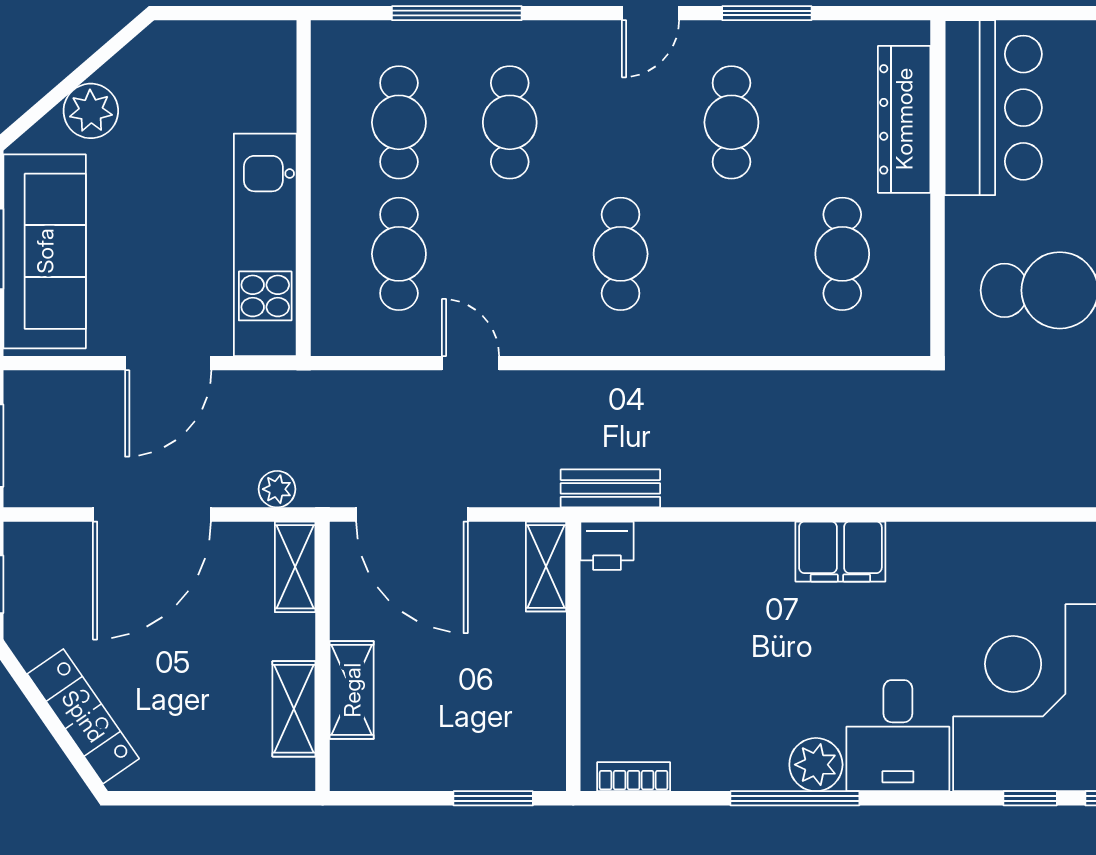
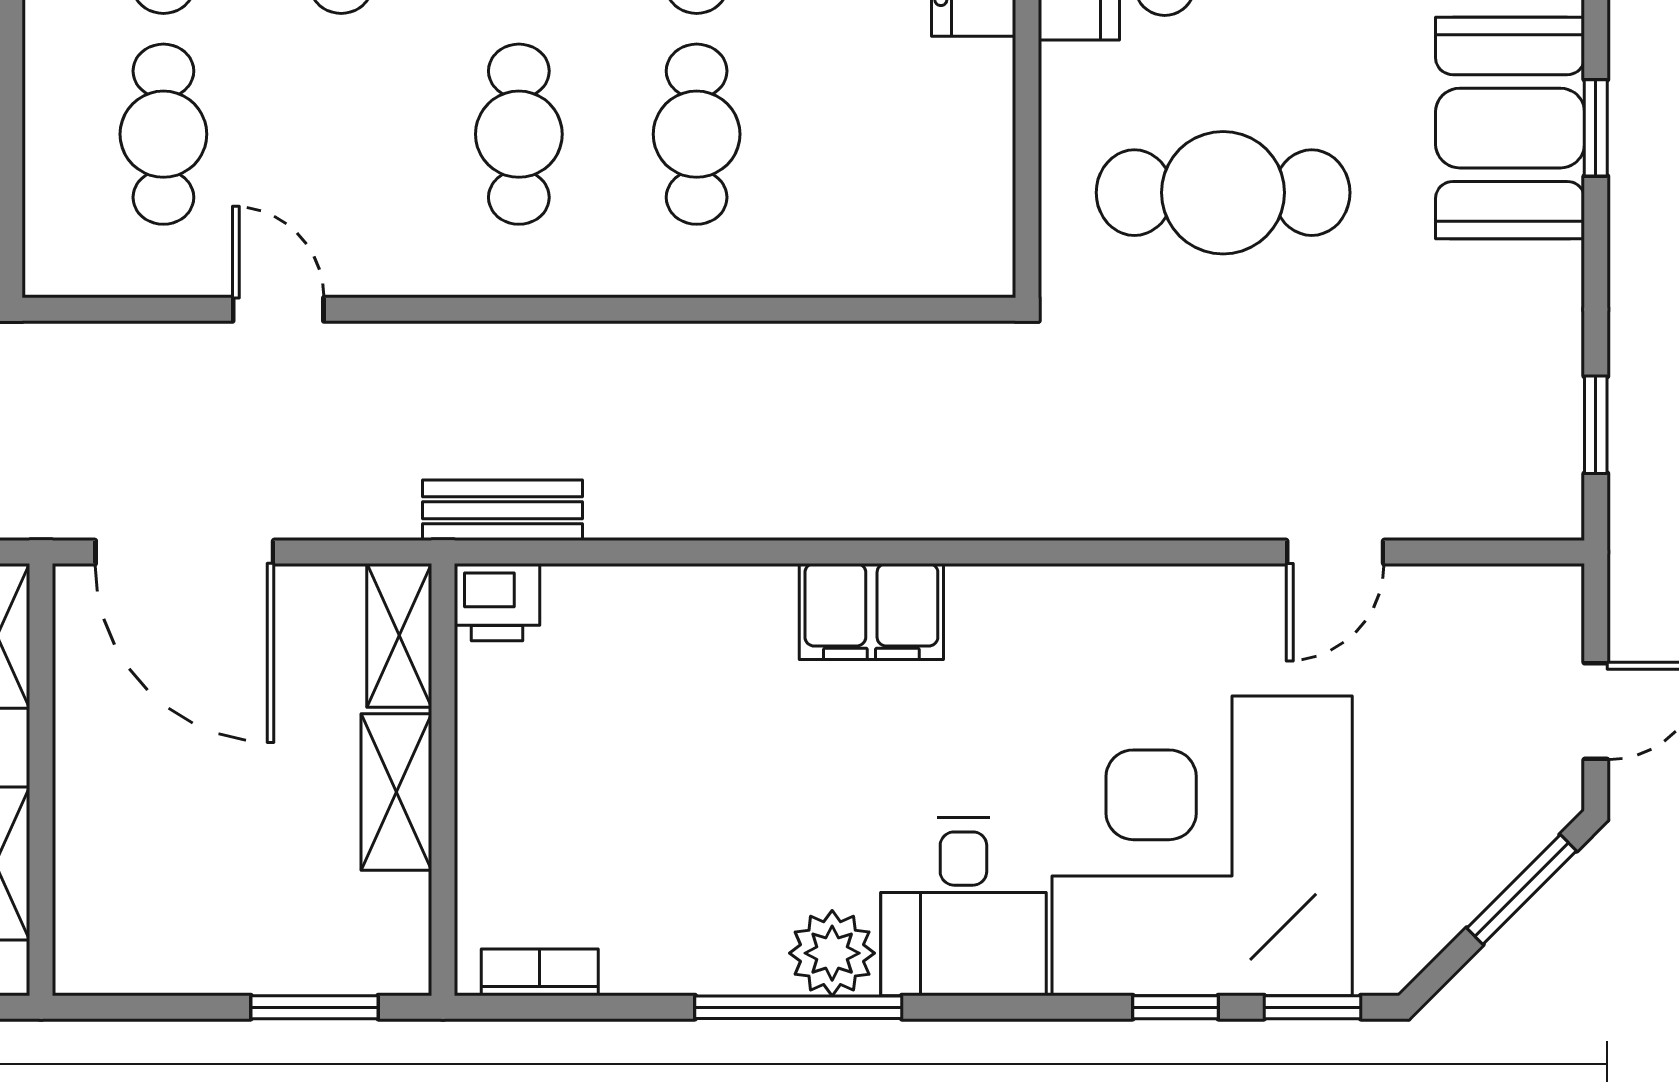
cafe table: (842, 254) -> (697, 134), moved
shelving: (352, 690) -> (396, 792), moved

